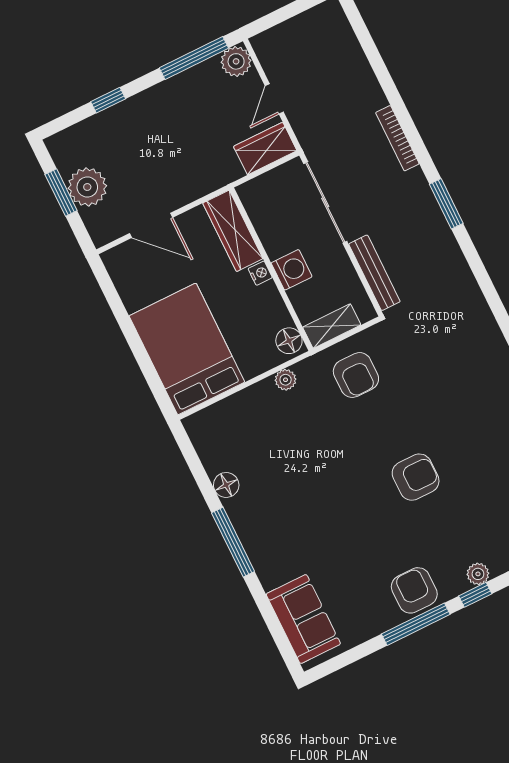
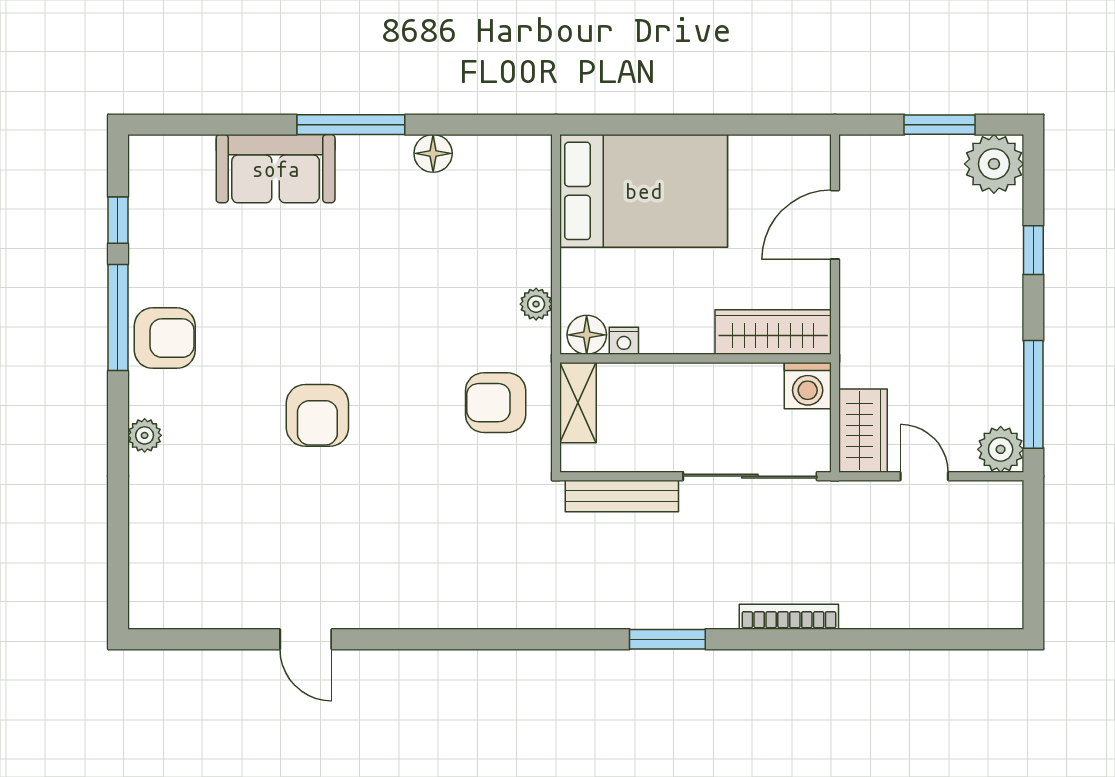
plant: (87, 187) -> (994, 164), moved
washing machine: (292, 270) -> (808, 386), moved
nightstand: (260, 273) -> (624, 341), moved
window: (475, 595) -> (118, 220), moved
sofa: (303, 619) -> (276, 169), moved

